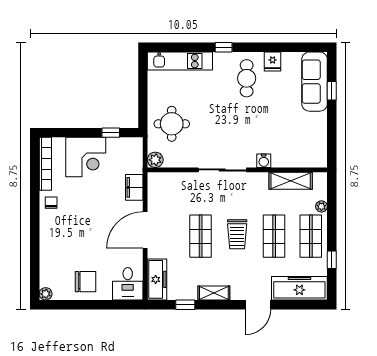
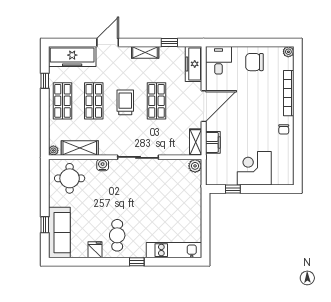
round table: (172, 124) -> (70, 178), moved
bookcase: (45, 164) -> (289, 93), moved
shelving: (154, 188) -> (196, 142), added
plant: (321, 206) -> (53, 150), moved

